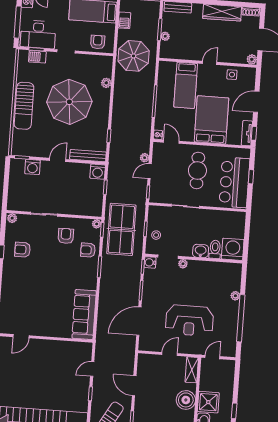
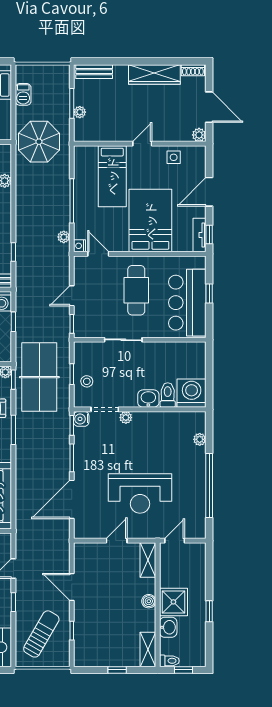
plant: (145, 158) -> (64, 237), moved
plant: (235, 296) -> (200, 439), moved
boiler: (186, 400) -> (149, 601), width x0.54, depth x0.54

